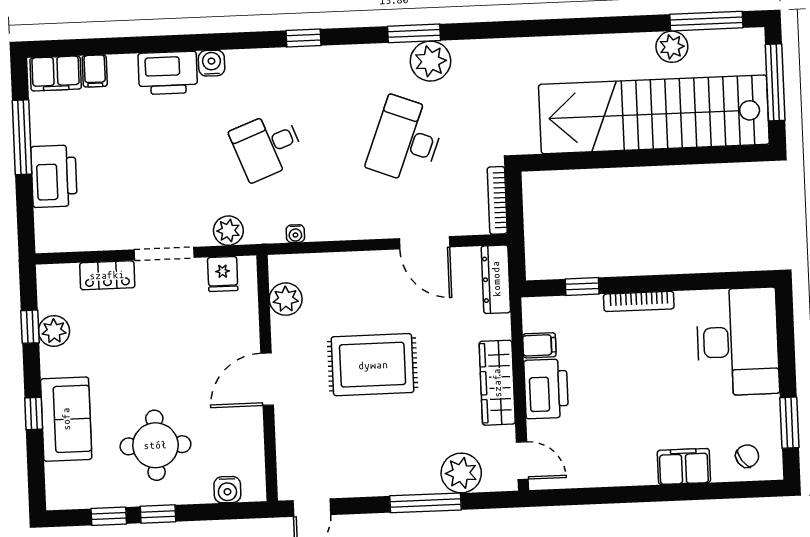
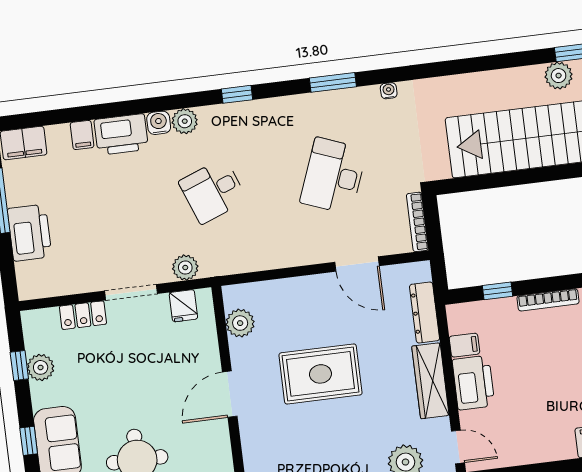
plant: (430, 61) -> (185, 121), moved, width x0.73, depth x0.73
filing cabinet: (95, 71) -> (82, 135), moved
water cooler: (295, 234) -> (389, 91), moved, turned 180
dresser: (496, 279) -> (425, 313), moved

